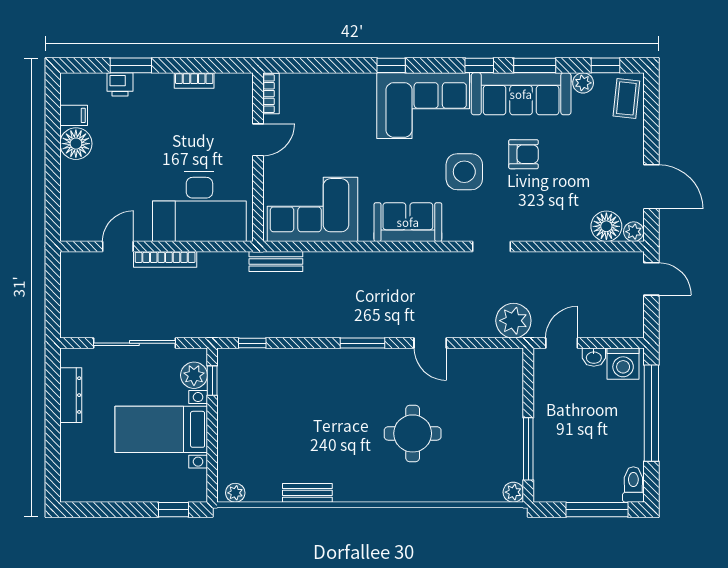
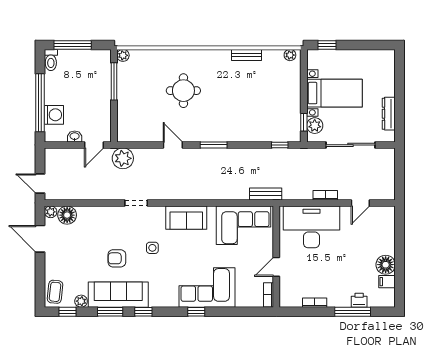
window: (131, 65) -> (353, 312), width x1.44
corner sofa: (423, 106) -> (207, 287), moved
side table: (464, 172) -> (152, 248), width x0.54, depth x0.54
bookcase: (165, 259) -> (325, 195), width x0.64
washing machine: (623, 364) -> (54, 115), moved, turned 90

